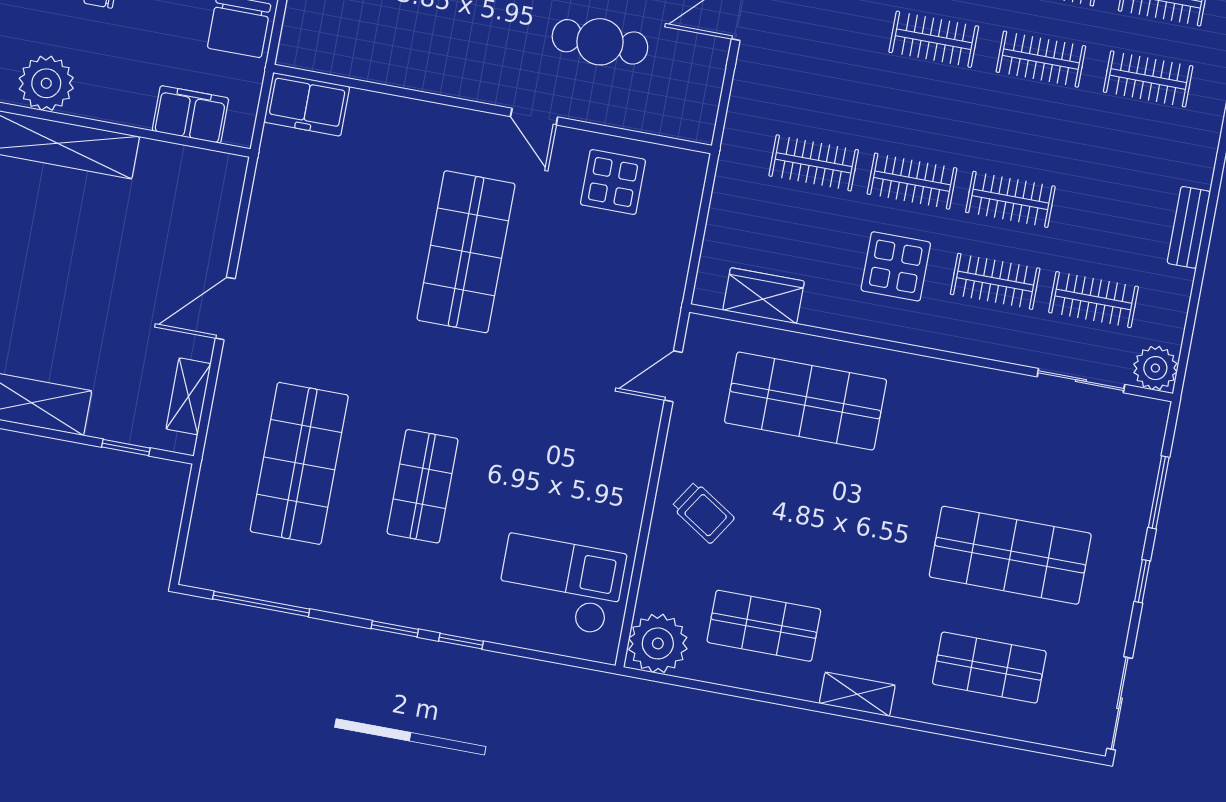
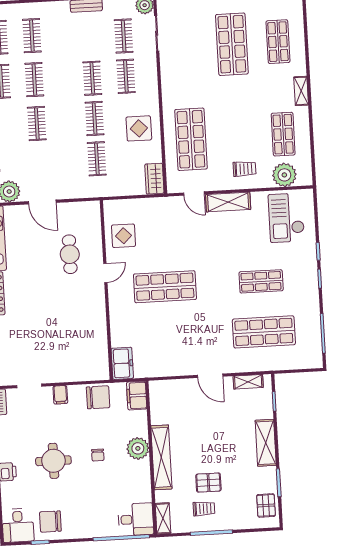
plant: (46, 83) -> (138, 448), moved
filing cabinet: (190, 114) -> (137, 396), moved
display table: (896, 266) -> (139, 128), moved
wardrobe: (764, 296) -> (154, 179), moved
shelving: (633, 454) -> (228, 202), added
trolley: (703, 512) -> (245, 169), turned 57
plant: (658, 643) -> (284, 175), moved

